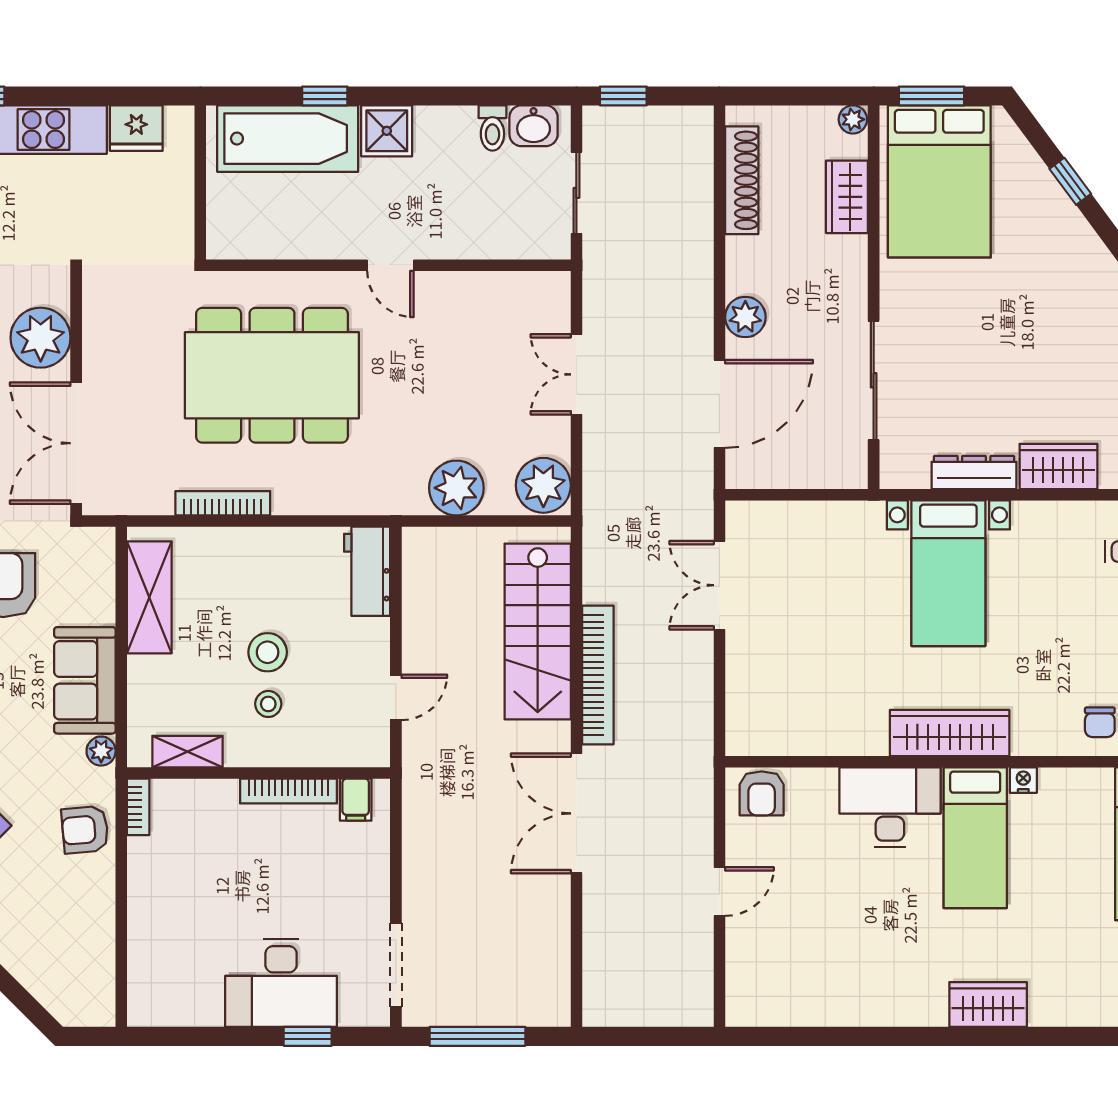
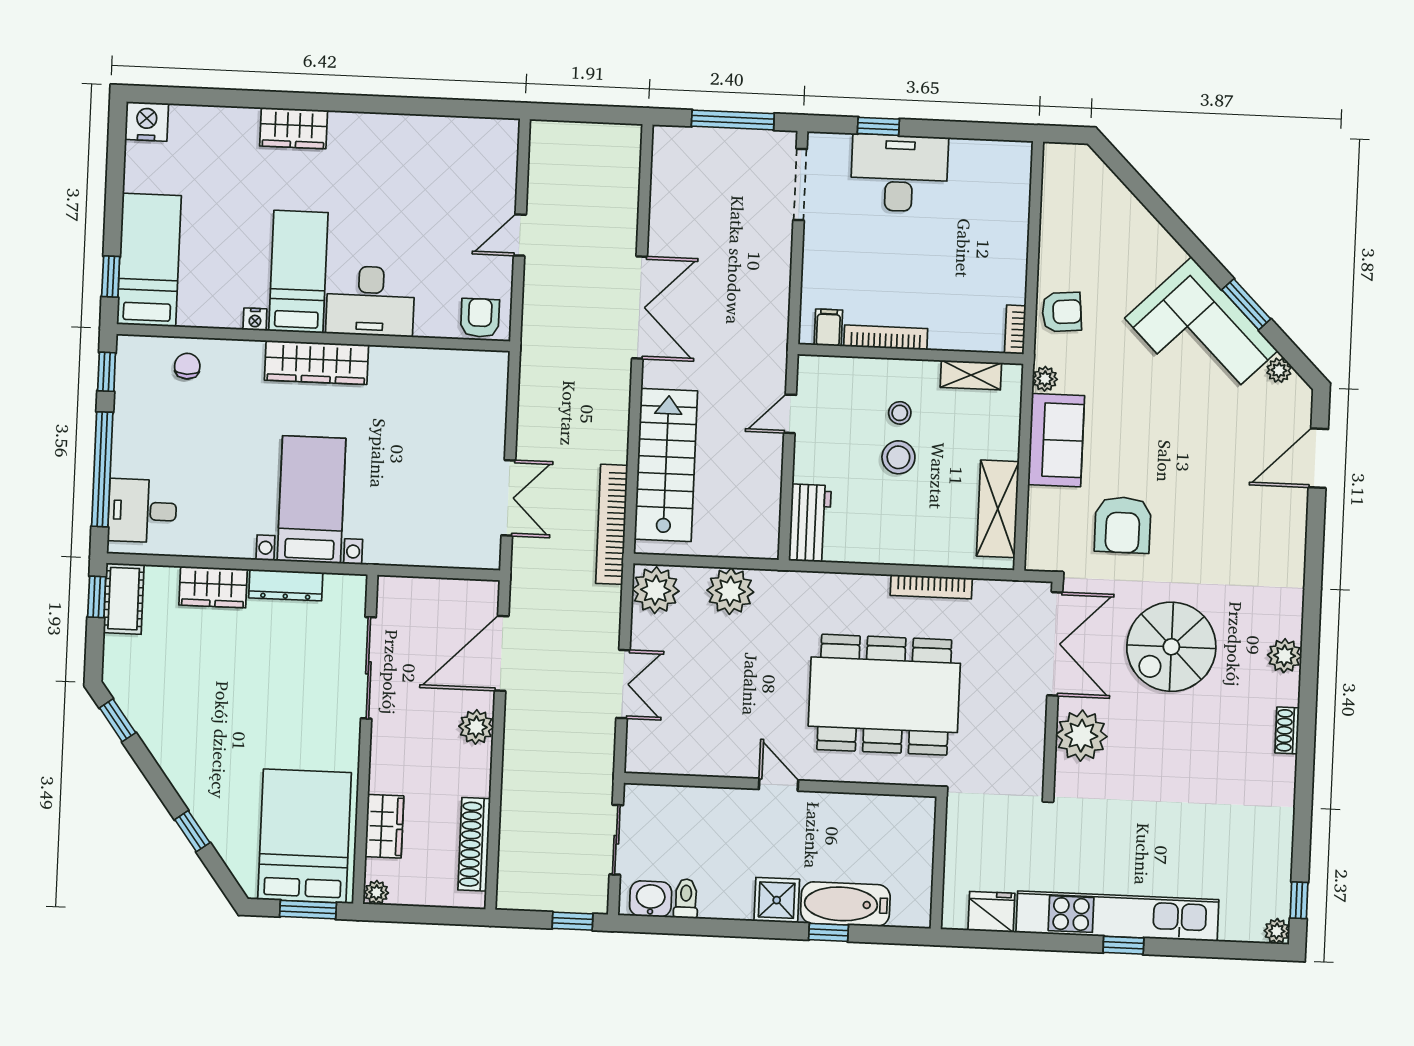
bathtub: (288, 139) -> (845, 904), width x0.73, depth x0.73
bookcase: (598, 675) -> (612, 524), moved

